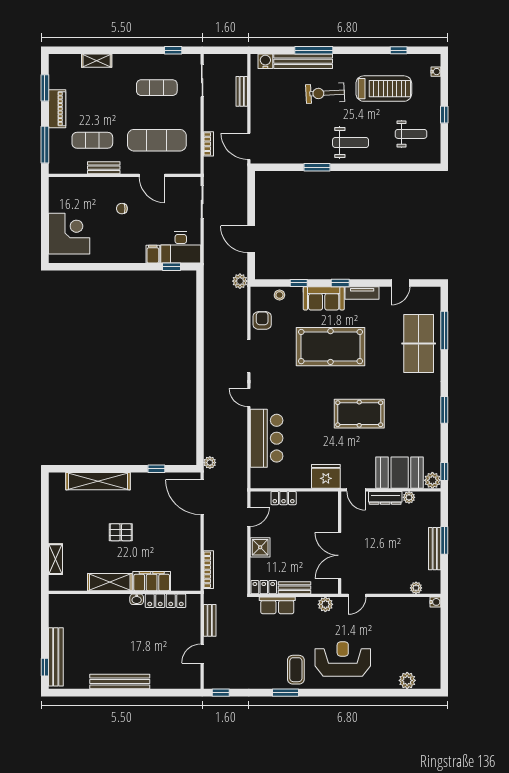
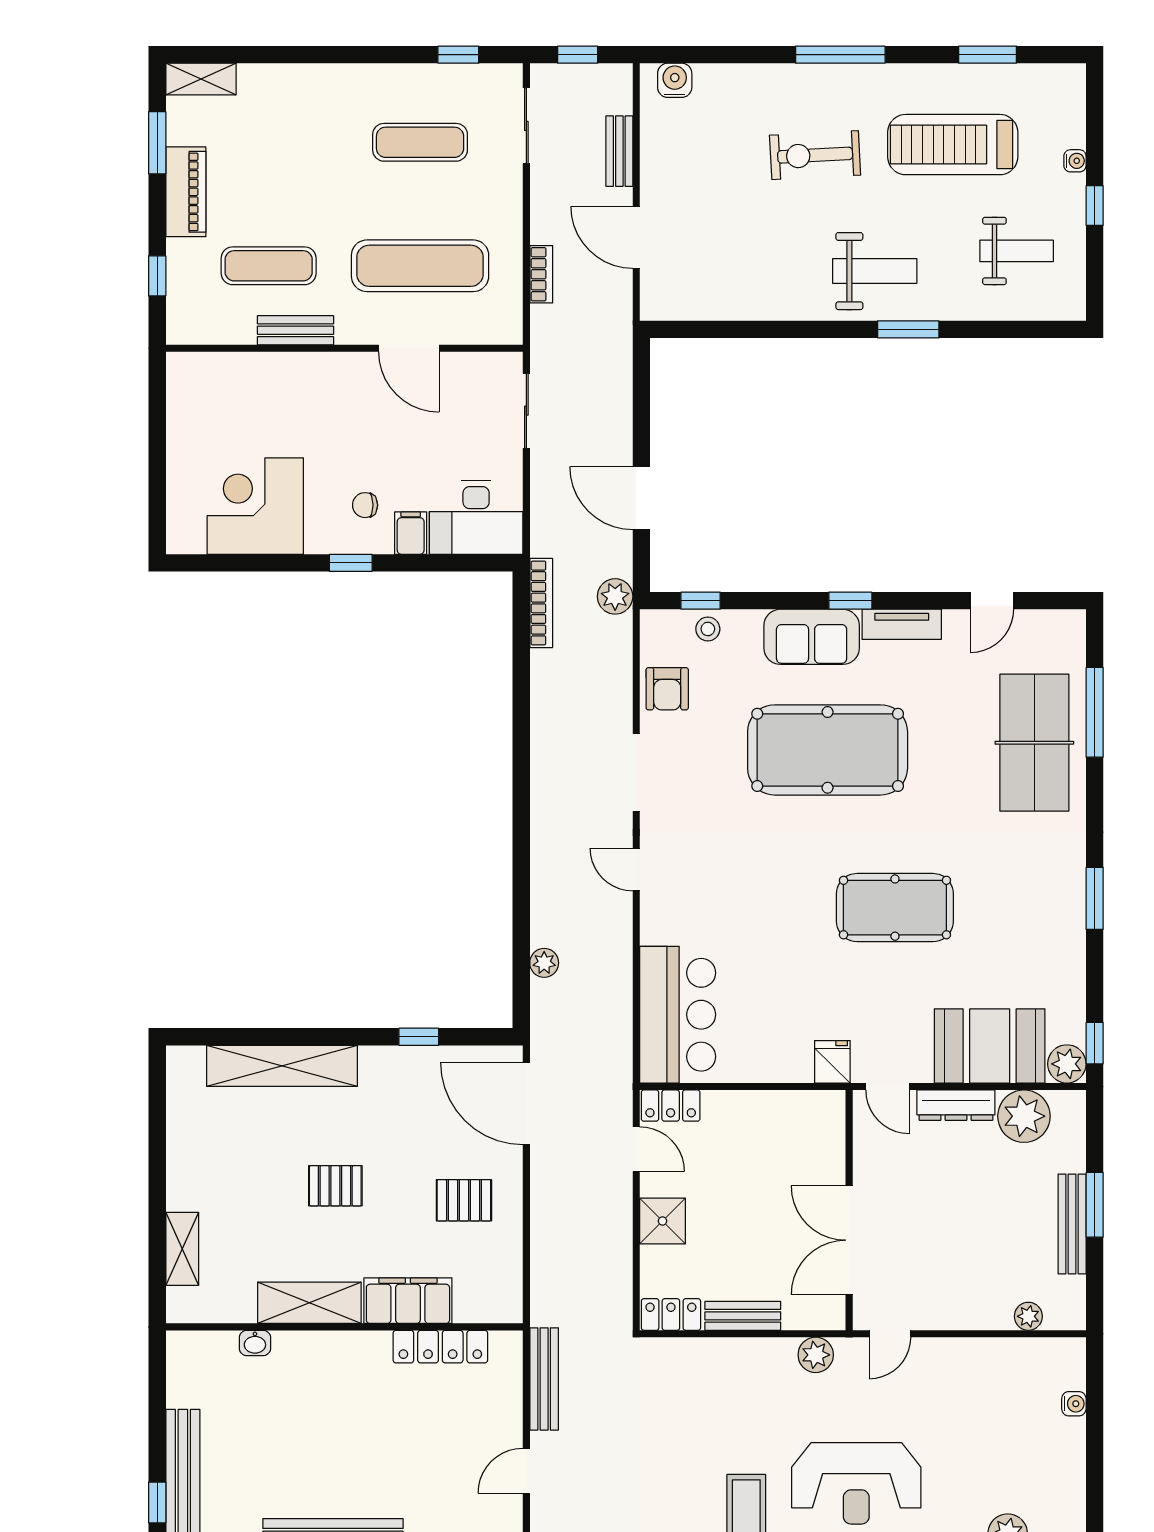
window: (224, 50) -> (578, 55), added
window: (314, 50) -> (840, 55), moved
window: (399, 50) -> (987, 55), width x1.50
shelving: (97, 61) -> (201, 79), moved
bench: (303, 61) -> (763, 80), removed
water cooler: (436, 72) -> (1075, 161), moved
treadmill: (384, 89) -> (953, 145), turned 180
window: (45, 145) -> (157, 276), width x0.46
door: (249, 146) -> (636, 237), moved
window: (317, 167) -> (908, 329), moved
chair: (122, 209) -> (365, 505), moved
corner desk: (69, 234) -> (255, 506), moved, turned -90
window: (172, 267) -> (351, 563), moved
window: (299, 283) -> (701, 601), moved
armchair: (262, 320) -> (667, 689), turned 180
bar counter: (267, 438) -> (678, 1015), moved
plant: (210, 463) -> (544, 963), moved
fridge: (326, 476) -> (832, 1062), width x0.53, depth x0.75
plant: (409, 497) -> (1024, 1116), width x1.88, depth x1.88
locker: (284, 498) -> (671, 1106), moved
door: (249, 517) -> (636, 1149), hinge flipped
pallet: (176, 538) -> (464, 1200), added
bookcase: (208, 570) -> (541, 603), moved
washbasin: (137, 599) -> (255, 1343), moved
water cooler: (435, 602) -> (1074, 1404), moved
row of seats: (277, 605) -> (703, 1357), removed
bench: (210, 620) -> (544, 1379), width x1.36
reception desk: (343, 659) -> (856, 1483), turned 180

